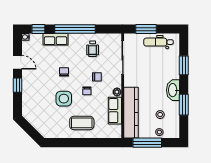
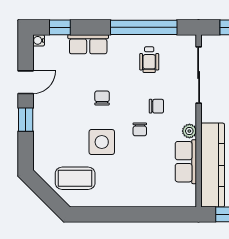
window: (75, 29) -> (144, 27), moved
door: (18, 62) -> (26, 82), hinge flipped
coffee table: (82, 123) -> (75, 178), moved

